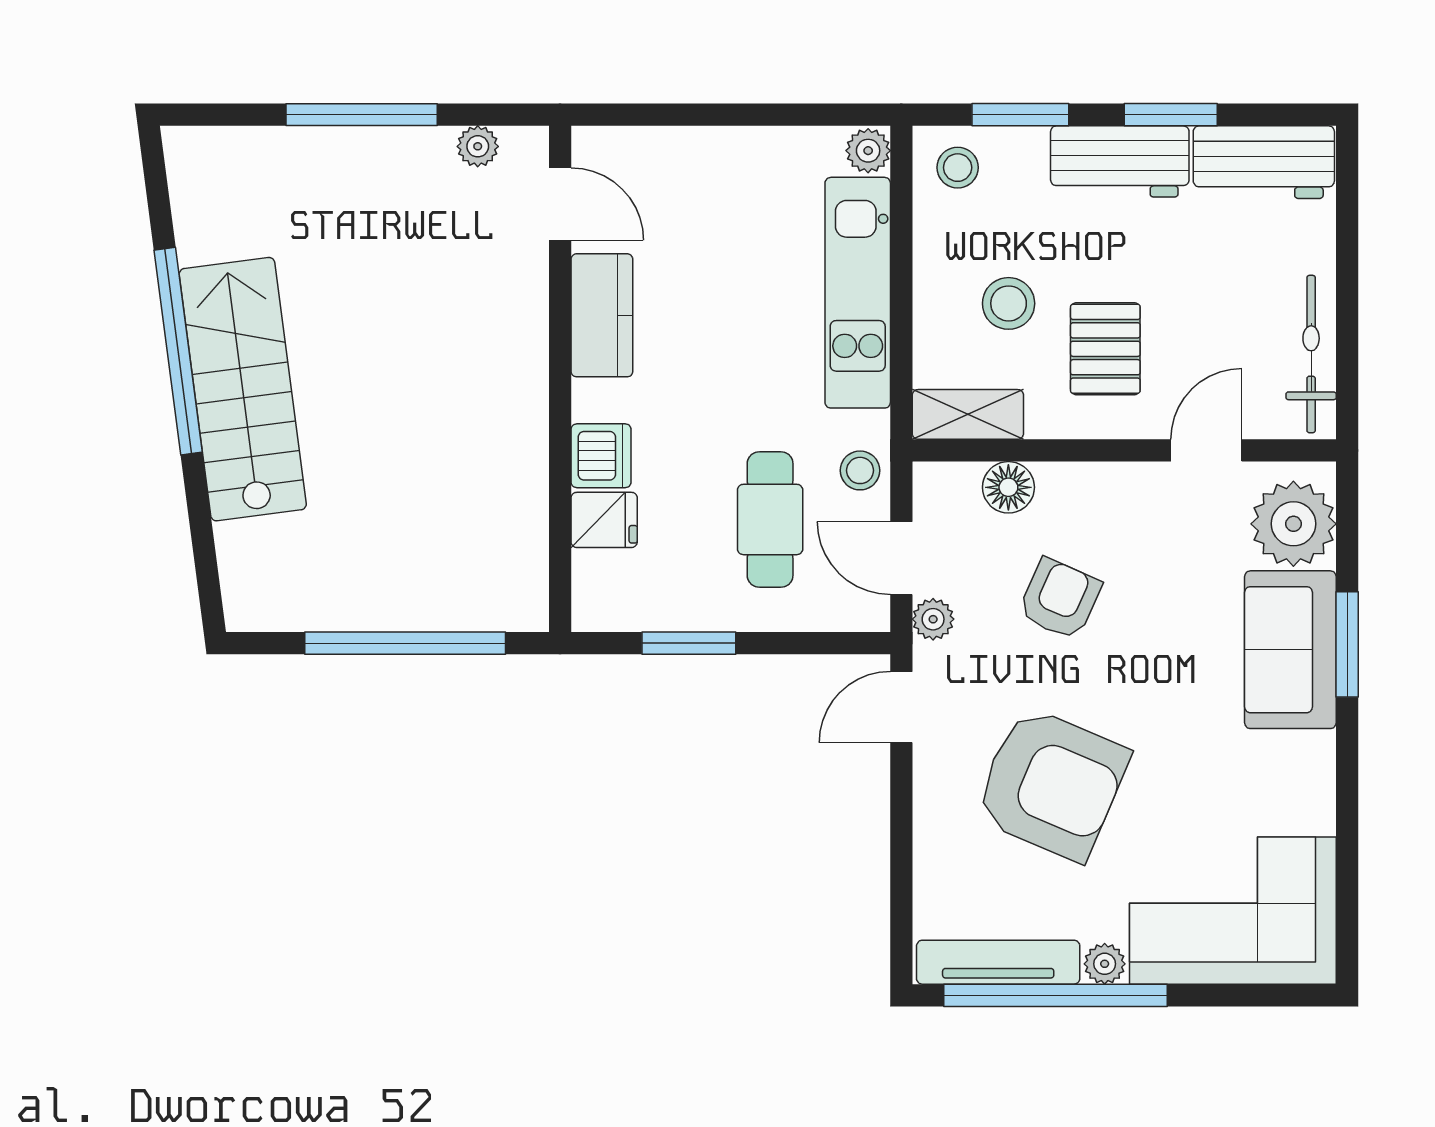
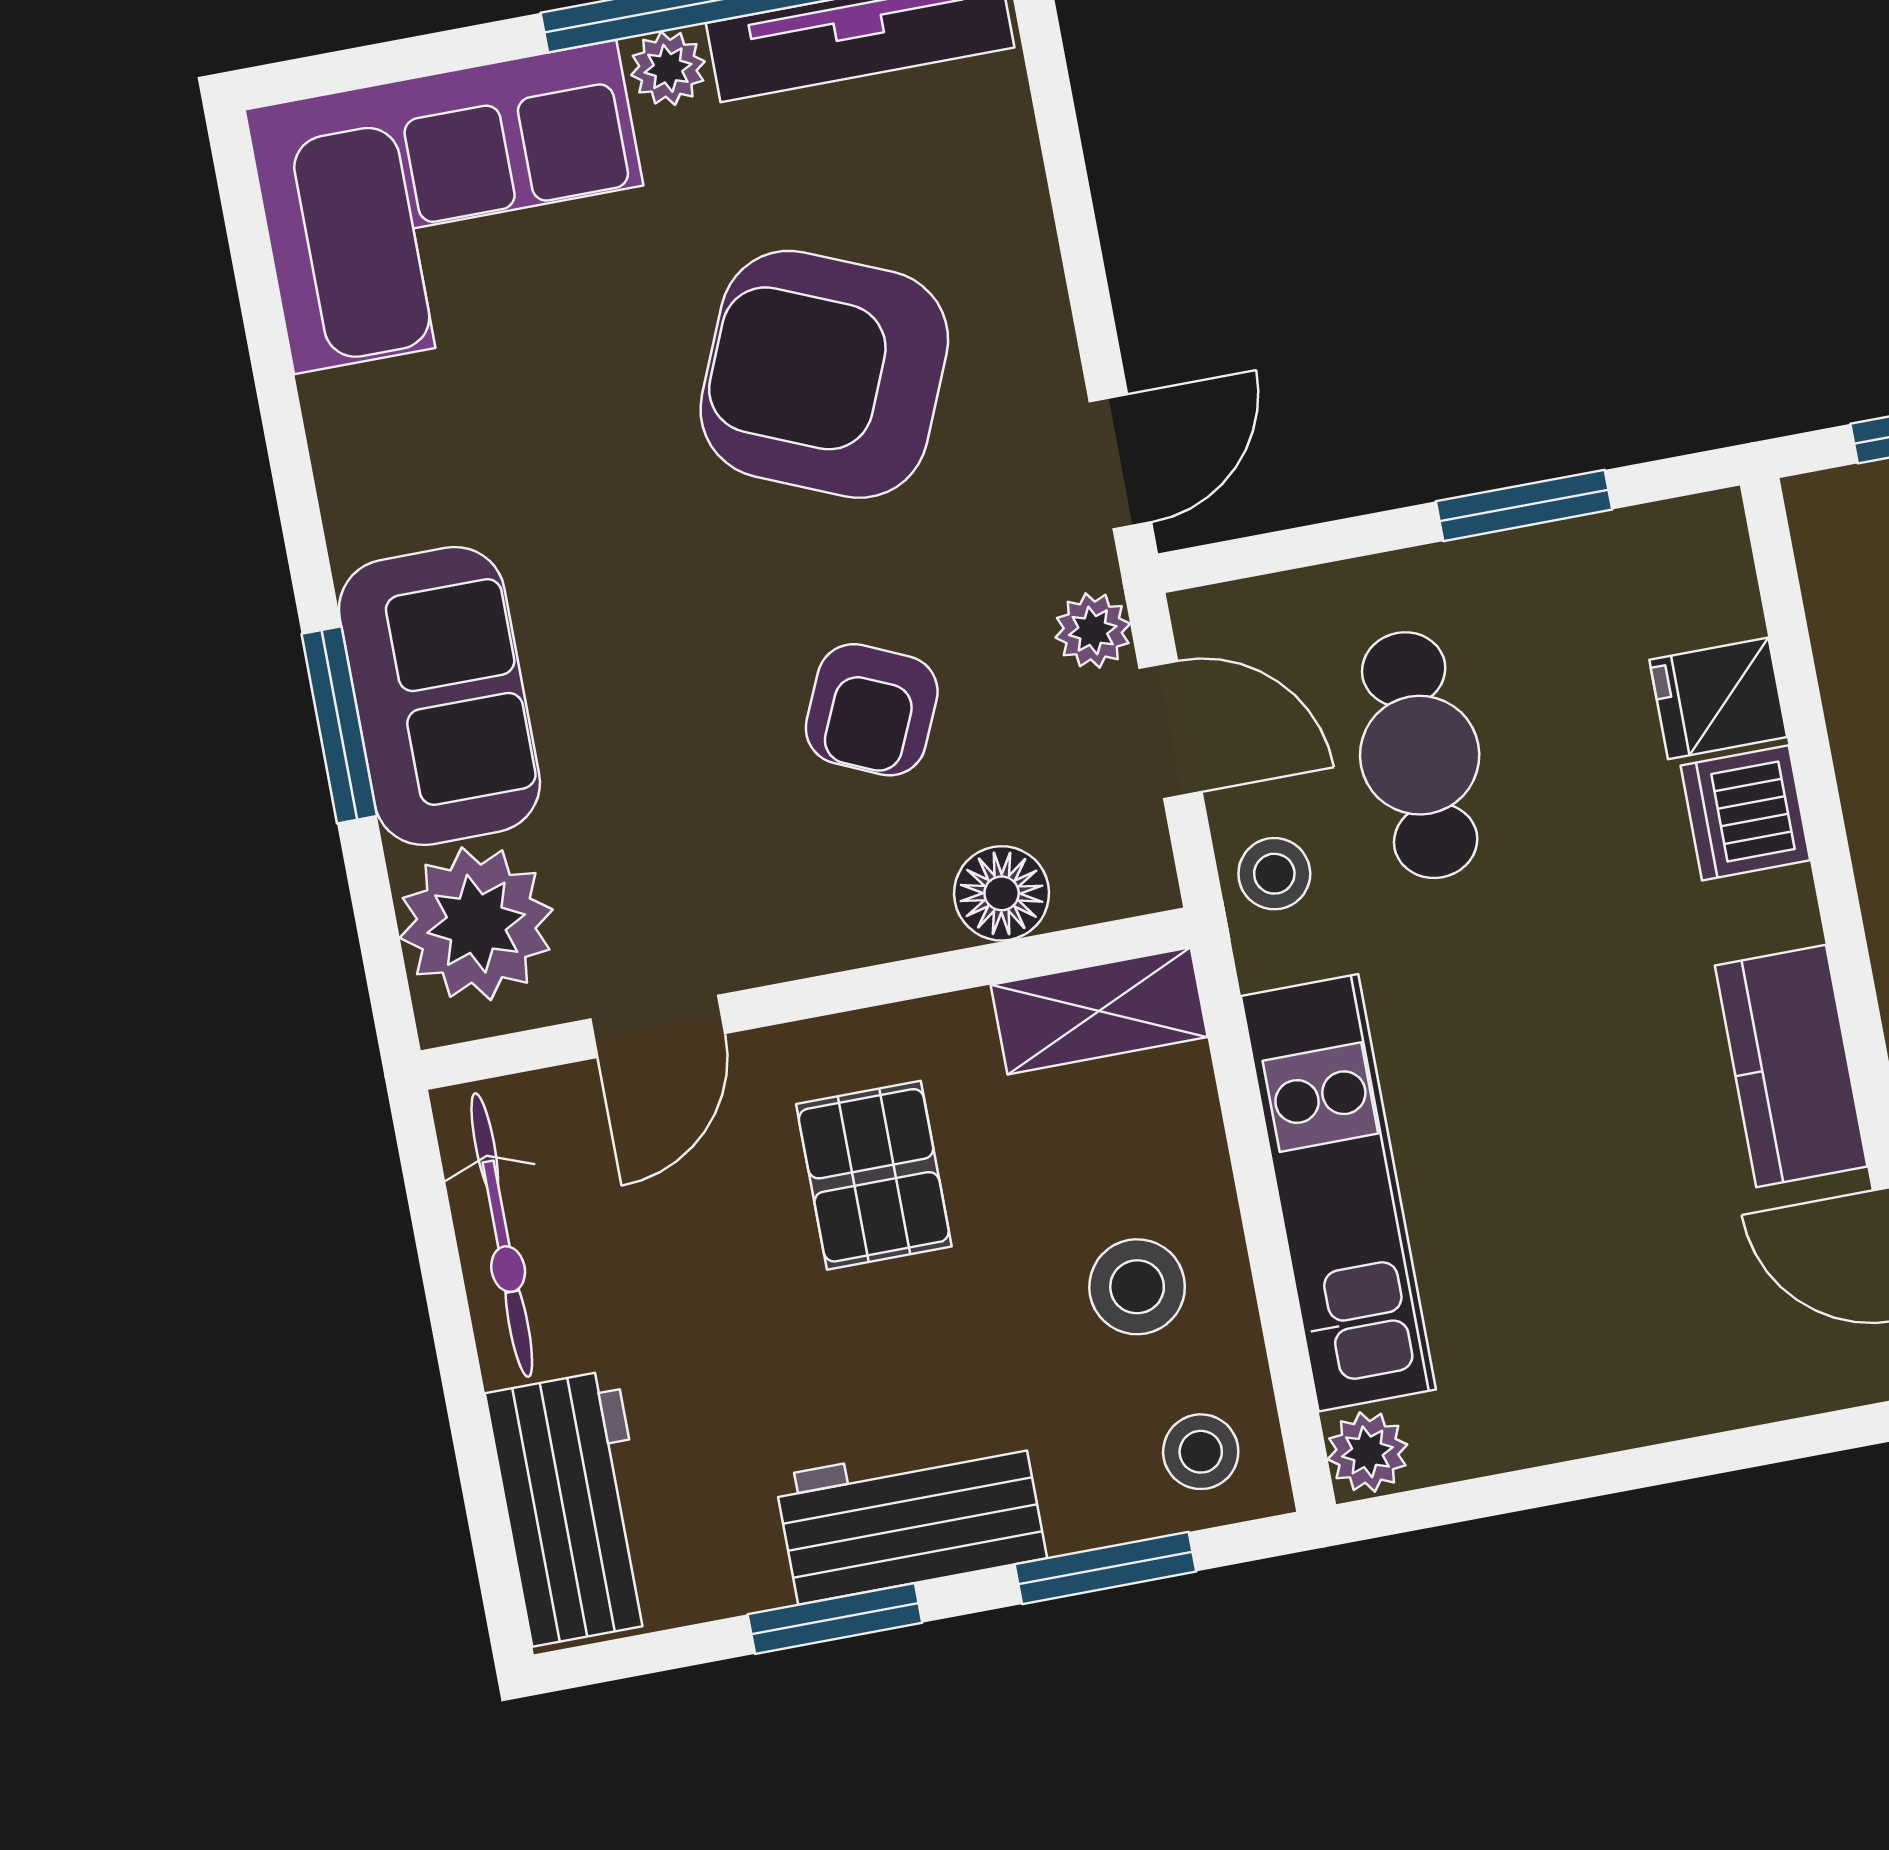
workbench: (1264, 162) -> (574, 1508), moved, turned 90
stool: (1009, 303) -> (1137, 1287), moved

